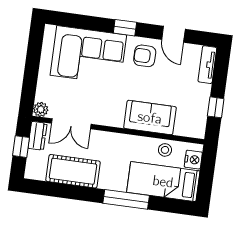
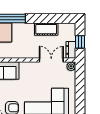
cot: (73, 171) -> (46, 29), width x0.73, depth x0.75

